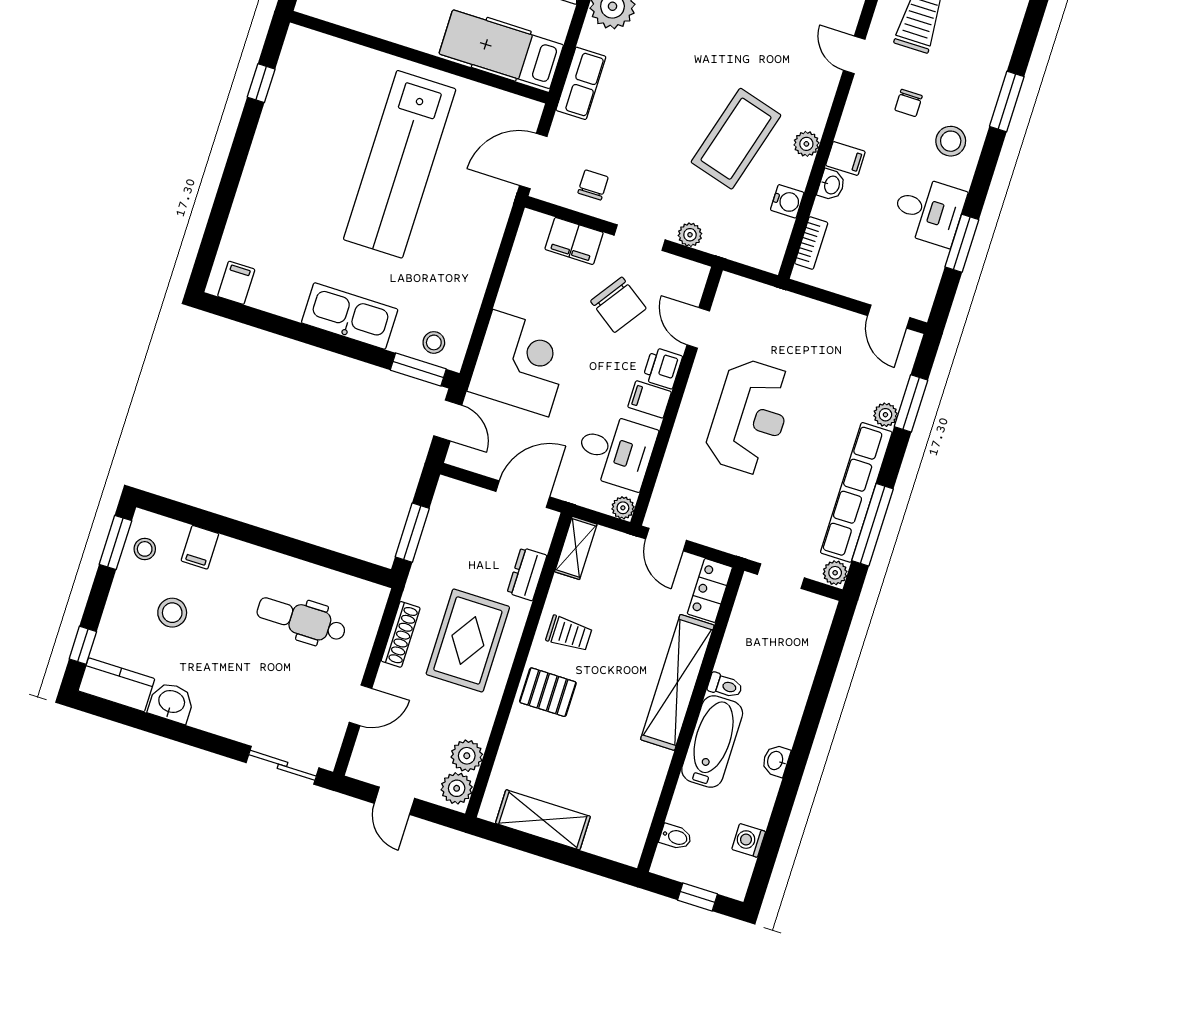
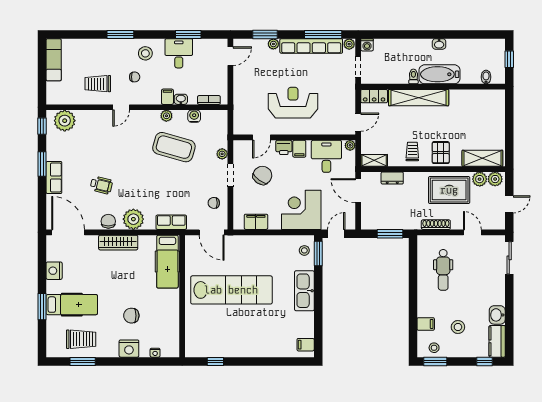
filing cabinet: (574, 241) -> (256, 222), moved, turned -90
rug: (468, 640) -> (449, 190), moved
shelving: (543, 820) -> (482, 158), moved, turned 90
washing machine: (749, 840) -> (367, 45), moved

